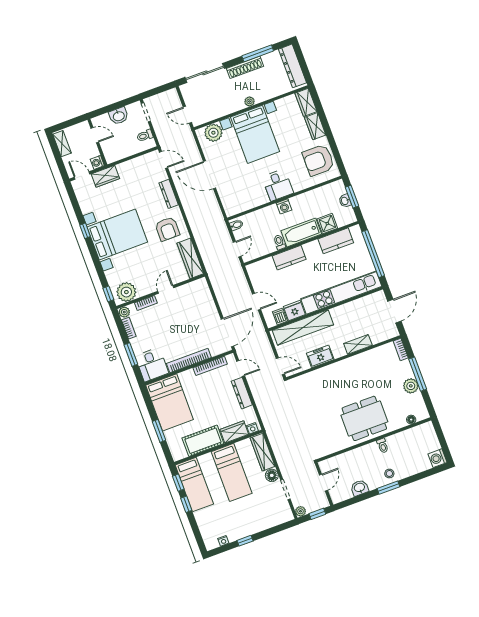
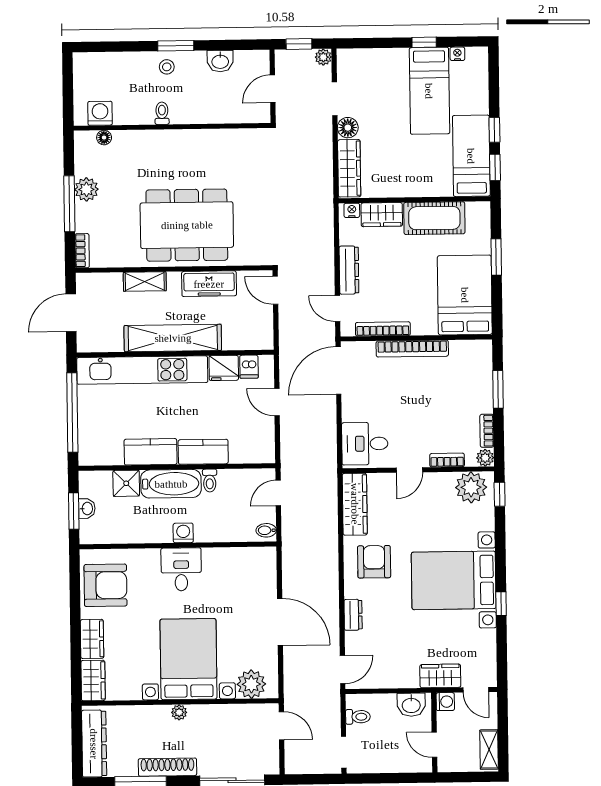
washbasin: (119, 116) -> (411, 705), moved, turned 180
door: (163, 160) -> (343, 670), swing flipped
dresser: (169, 194) -> (353, 615), width x0.70
kitchen counter: (336, 241) -> (151, 452), moved
shelving: (303, 327) -> (173, 338), moved
freezer: (320, 356) -> (209, 284), width x1.40
desk: (152, 365) -> (365, 444), moved, turned -90
dining table: (364, 418) -> (187, 225), moved, width x1.36, depth x1.24
washing machine: (437, 458) -> (100, 113), moved, turned -90
bed: (232, 472) -> (429, 91), moved, turned 180

